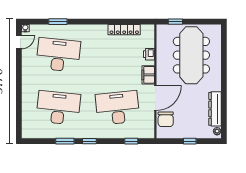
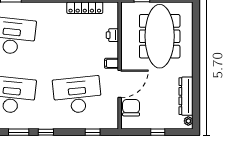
filing cabinet: (148, 75) -> (112, 63), width x0.50
chair: (166, 119) -> (131, 108), turned 180

